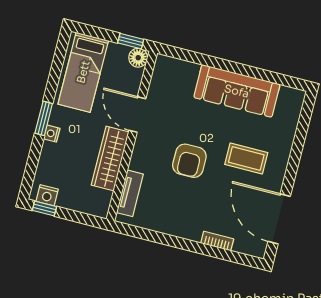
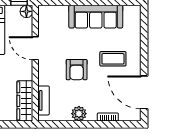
wardrobe: (110, 159) -> (25, 101), moved
plant: (176, 226) -> (79, 114), added

